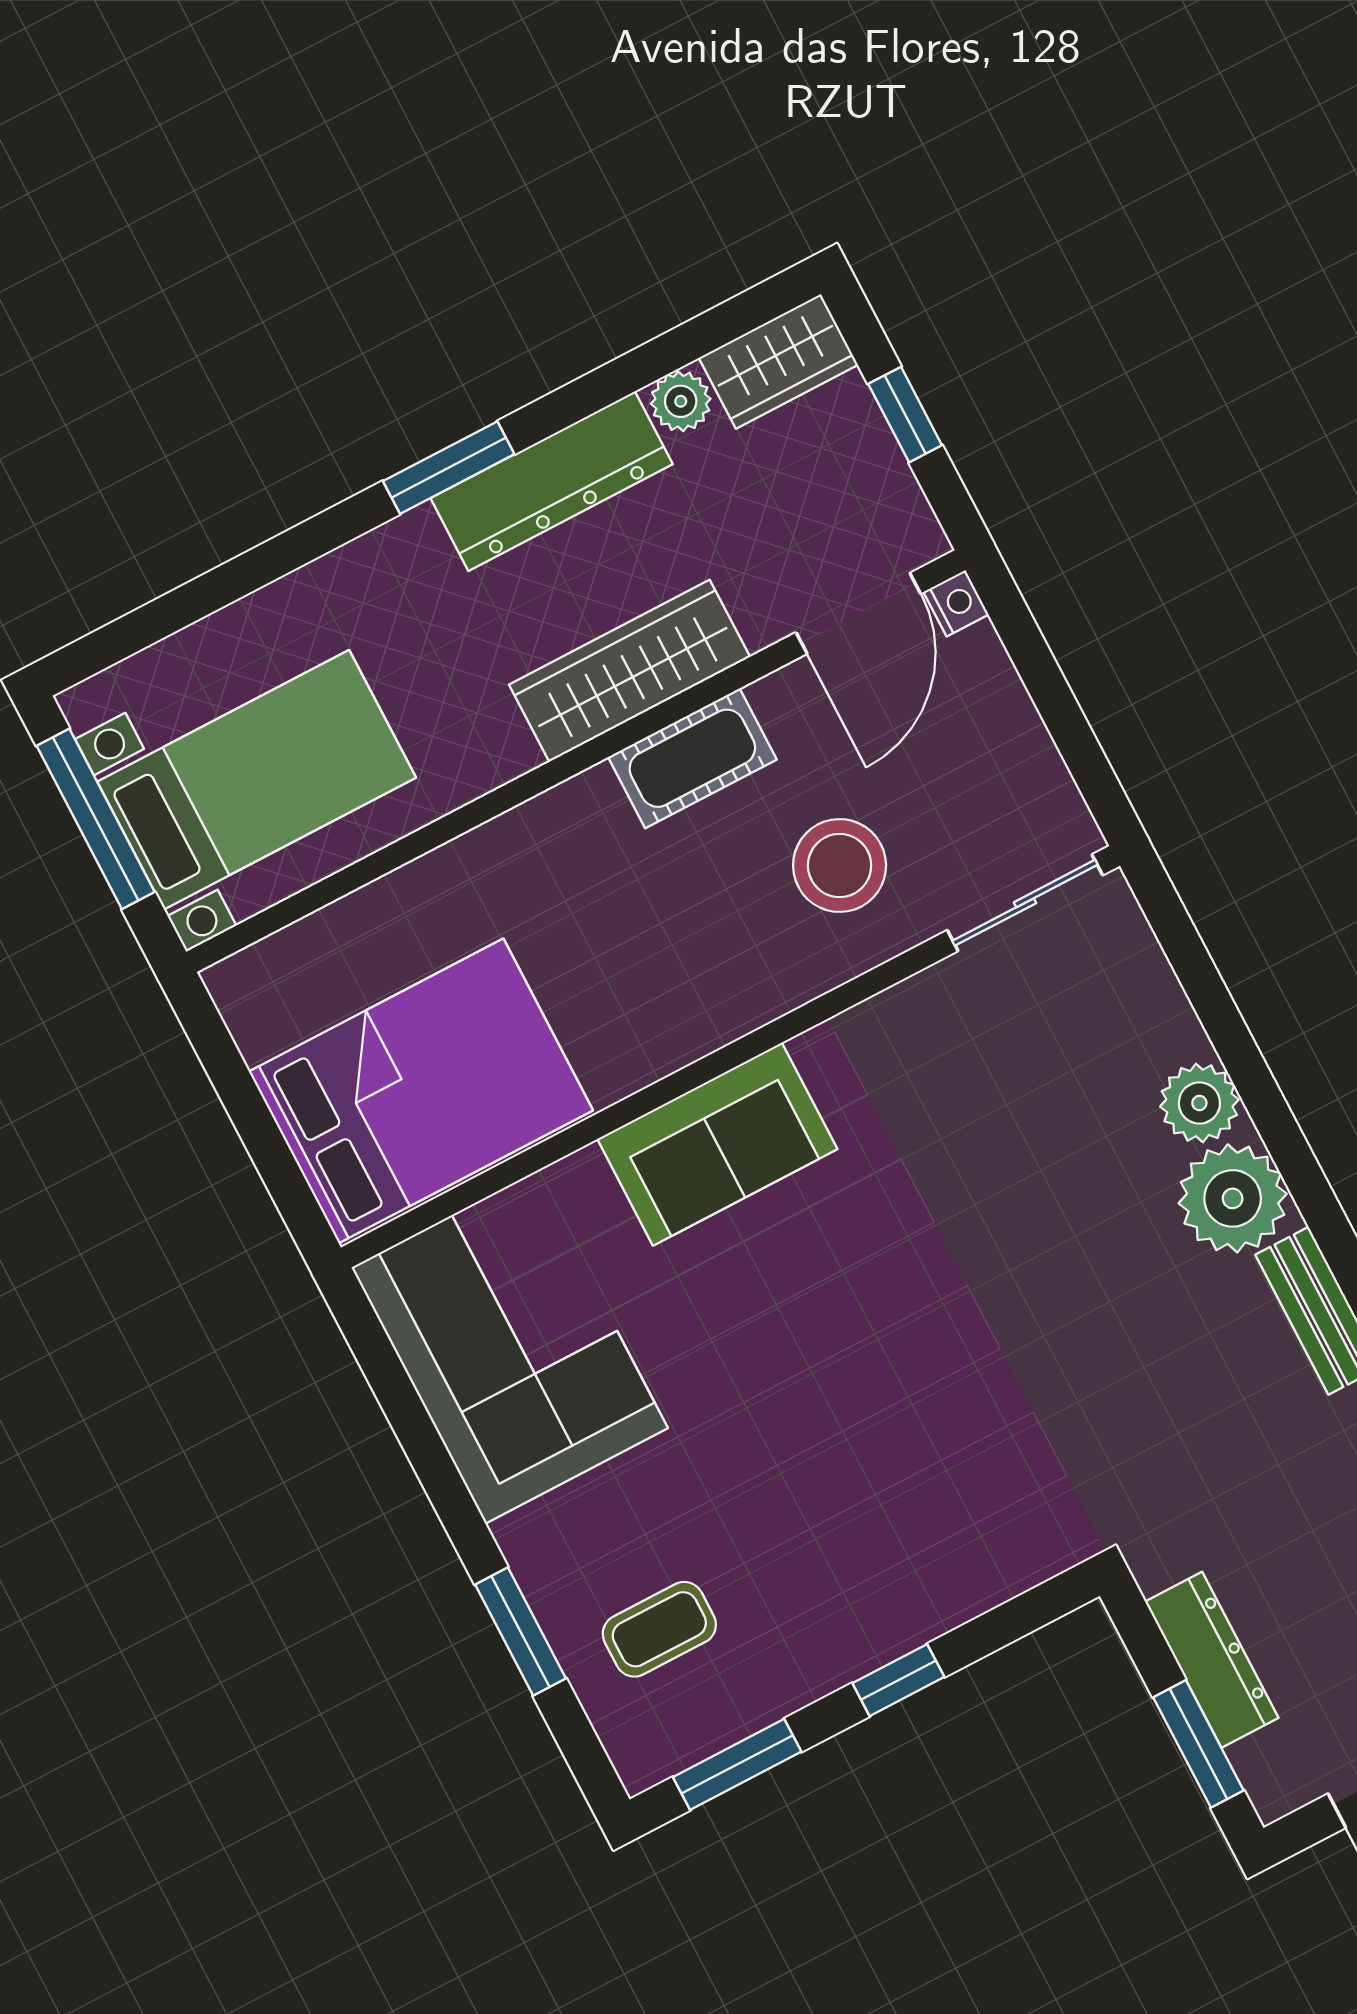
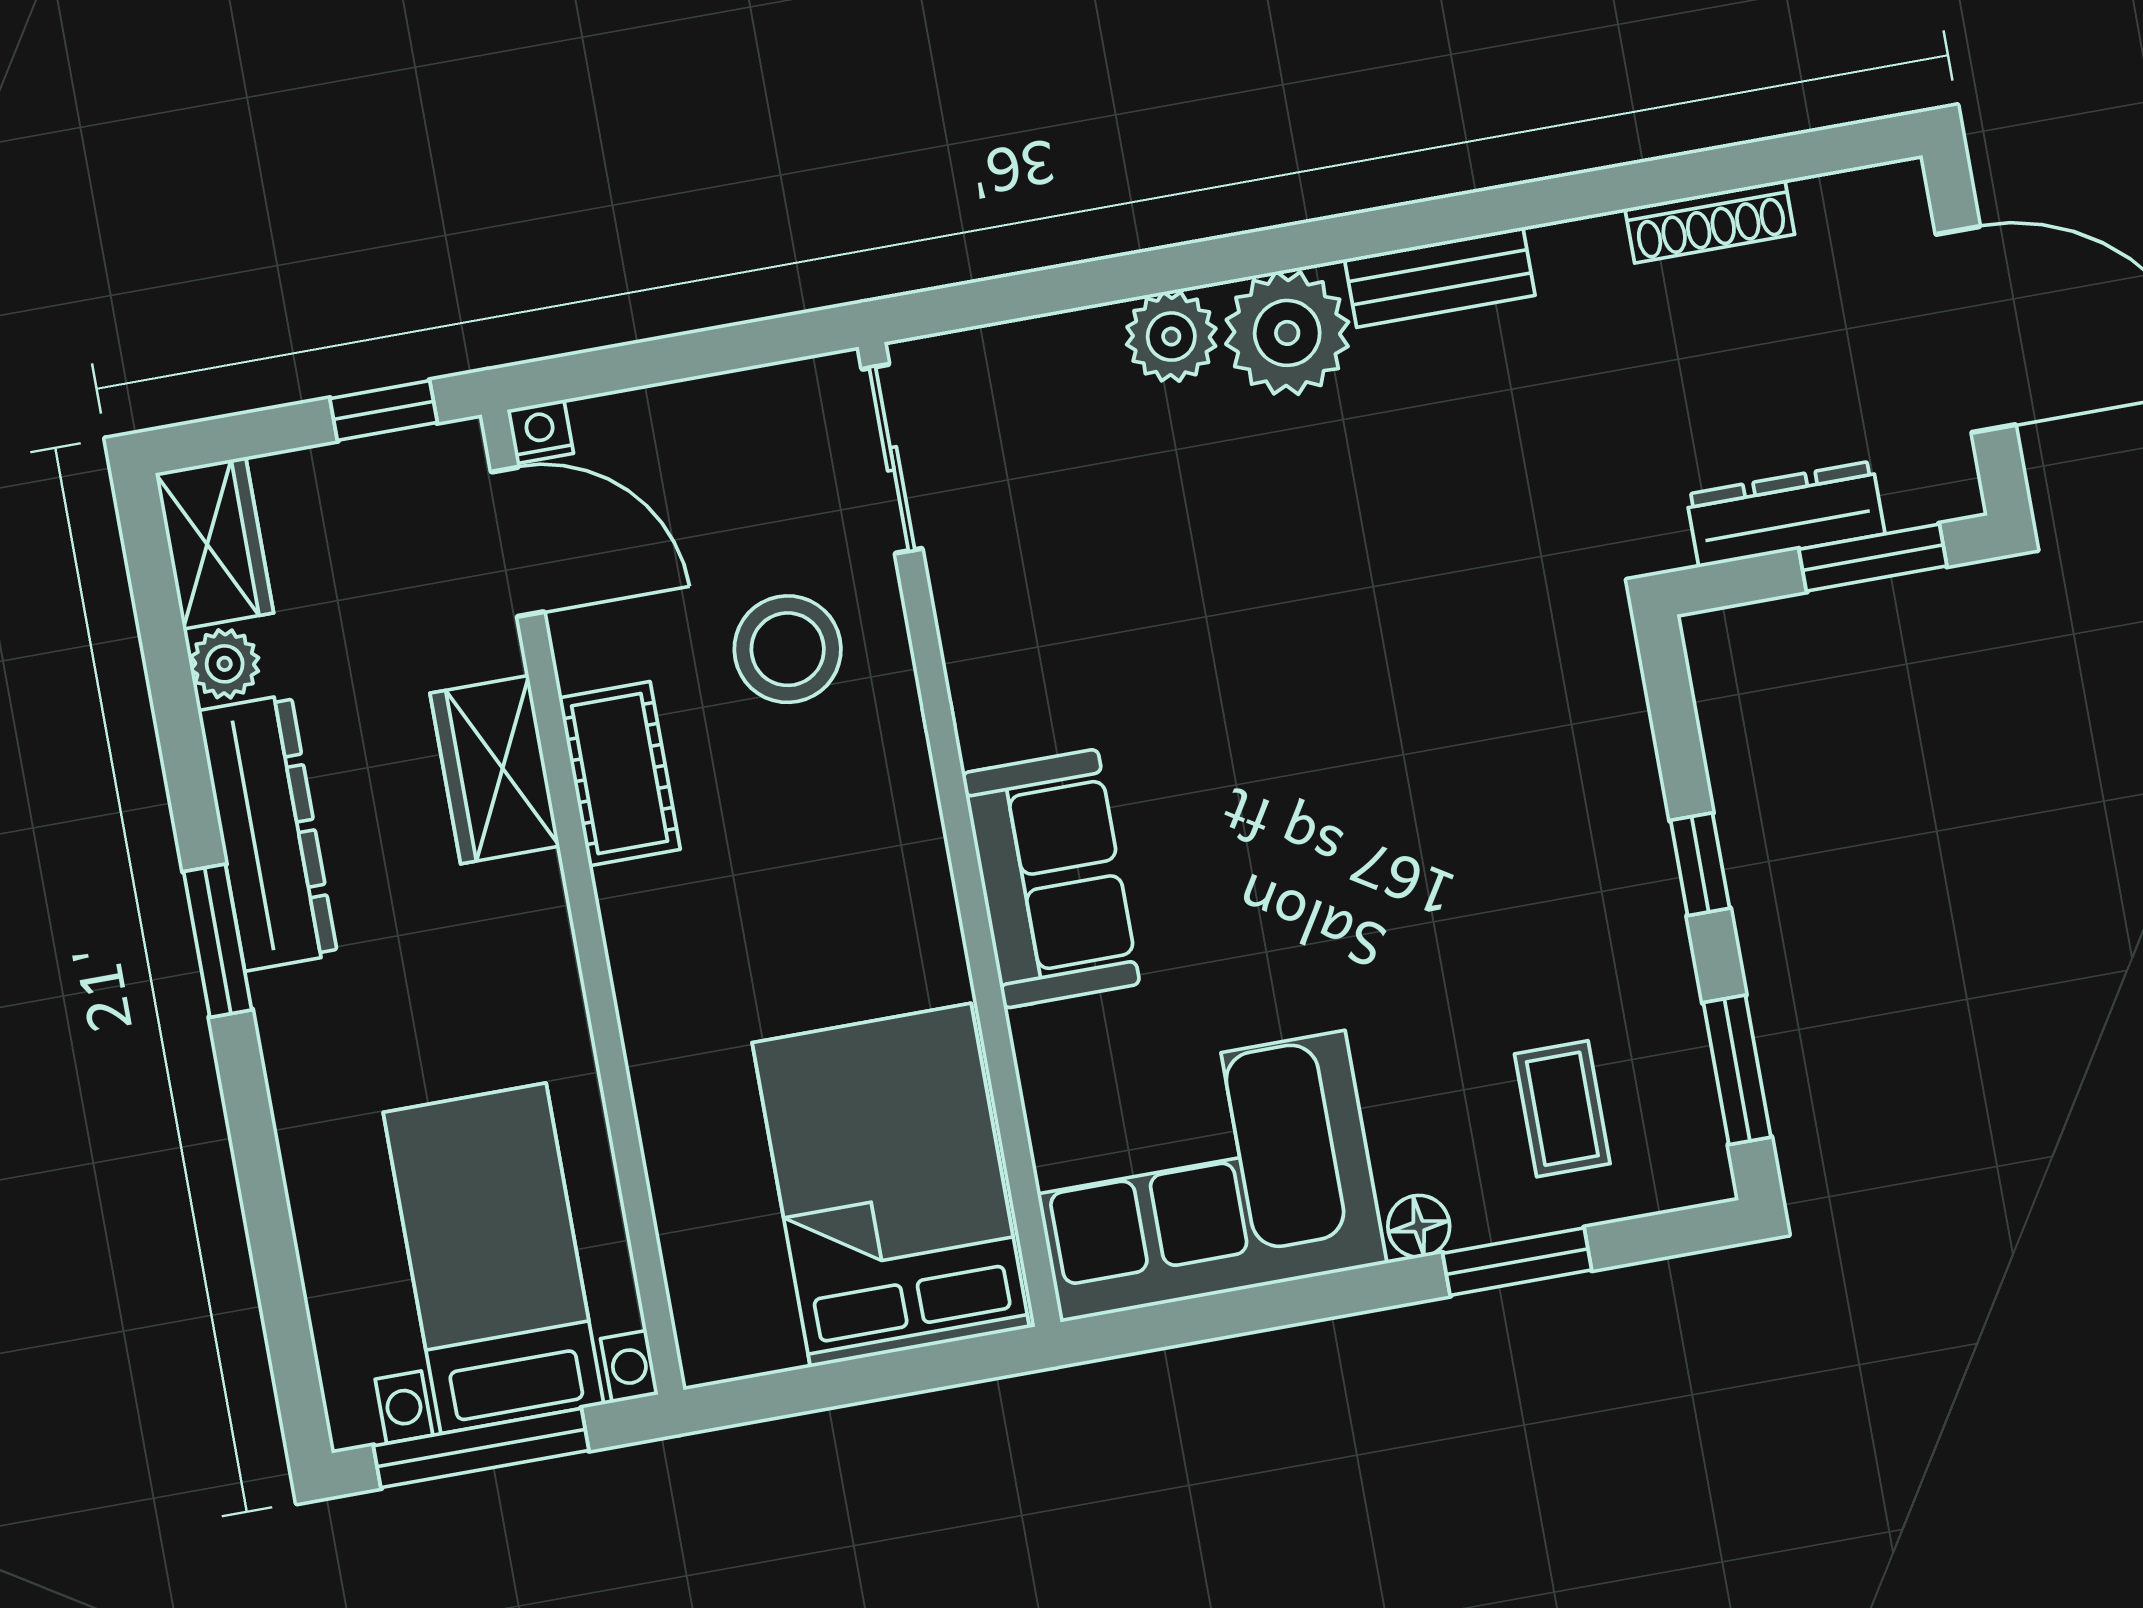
window: (905, 415) -> (384, 410), moved
wardrobe: (630, 671) -> (495, 770), width x0.67
floor lamp: (524, 1540) -> (1419, 1226), added

